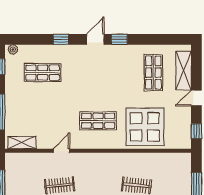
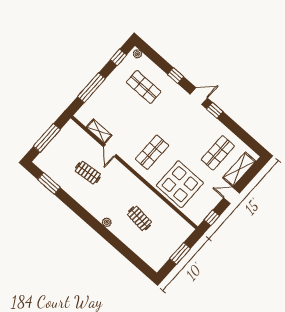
shop shelf: (98, 121) -> (152, 152), turned 90
shelving: (22, 143) -> (99, 131), moved
door: (62, 151) -> (110, 151), swing flipped

